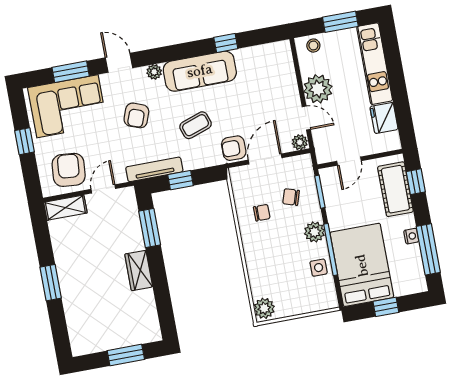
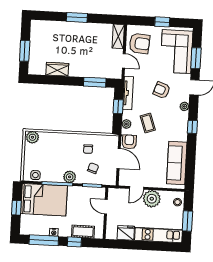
window: (226, 43) -> (192, 127), moved
sofa: (200, 71) -> (177, 163), moved
plant: (300, 142) -> (126, 124), moved
window: (416, 182) -> (74, 242), moved
cot: (395, 189) -> (83, 232), width x0.73, depth x0.75
side table: (319, 268) -> (35, 175), moved
wardrobe: (139, 270) -> (57, 69), moved

